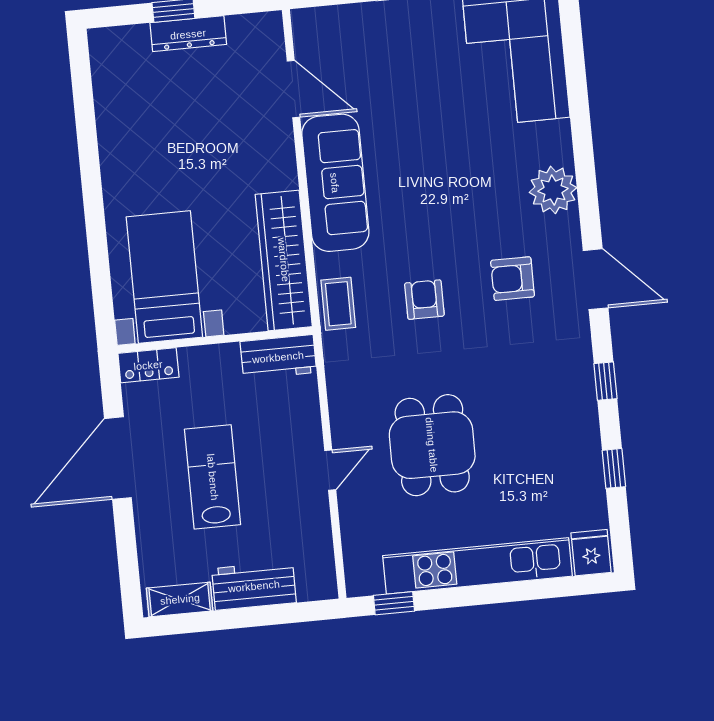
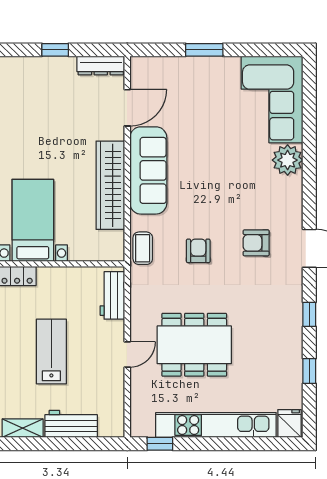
dresser: (188, 34) -> (101, 66), moved
door: (293, 89) -> (127, 108), hinge flipped
plant: (553, 190) -> (288, 160), moved
wardrobe: (284, 260) -> (110, 185), moved
workbench: (278, 357) -> (112, 295), moved, turned 90
dining table: (432, 445) -> (194, 345), width x1.38

